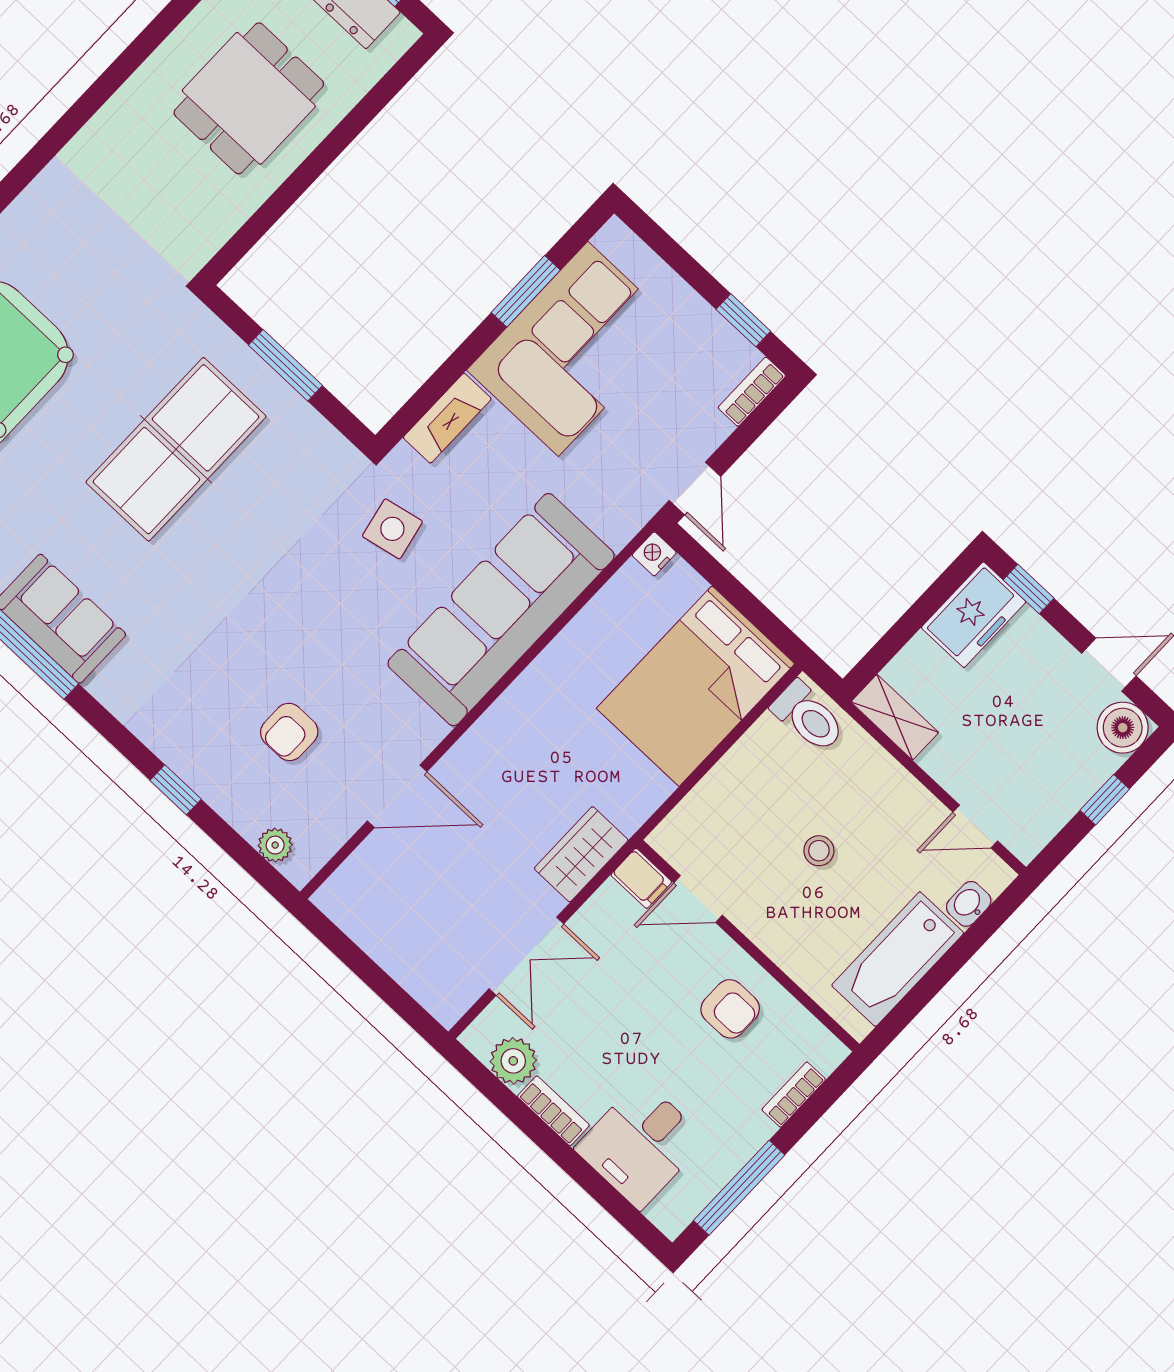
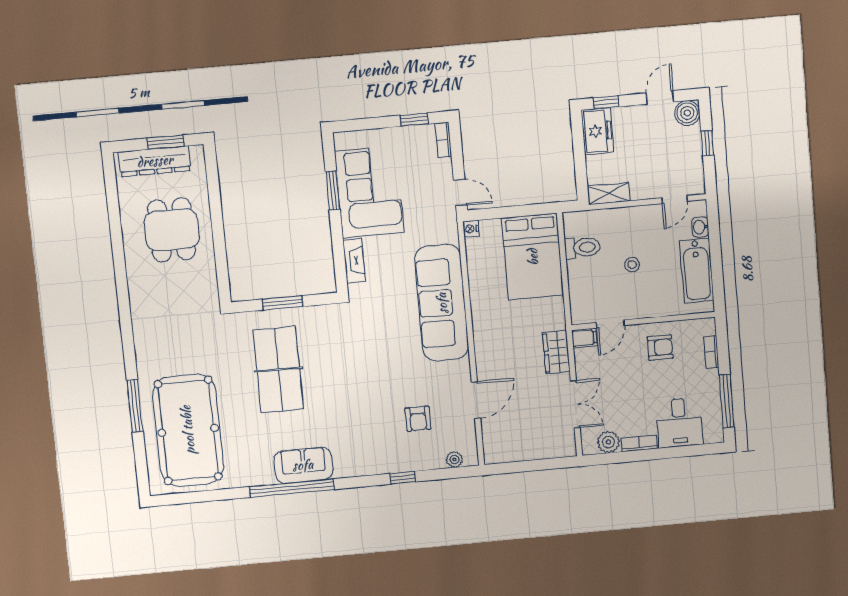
side table: (392, 529) -> (377, 316), removed
toilet: (808, 717) -> (582, 248), moved

